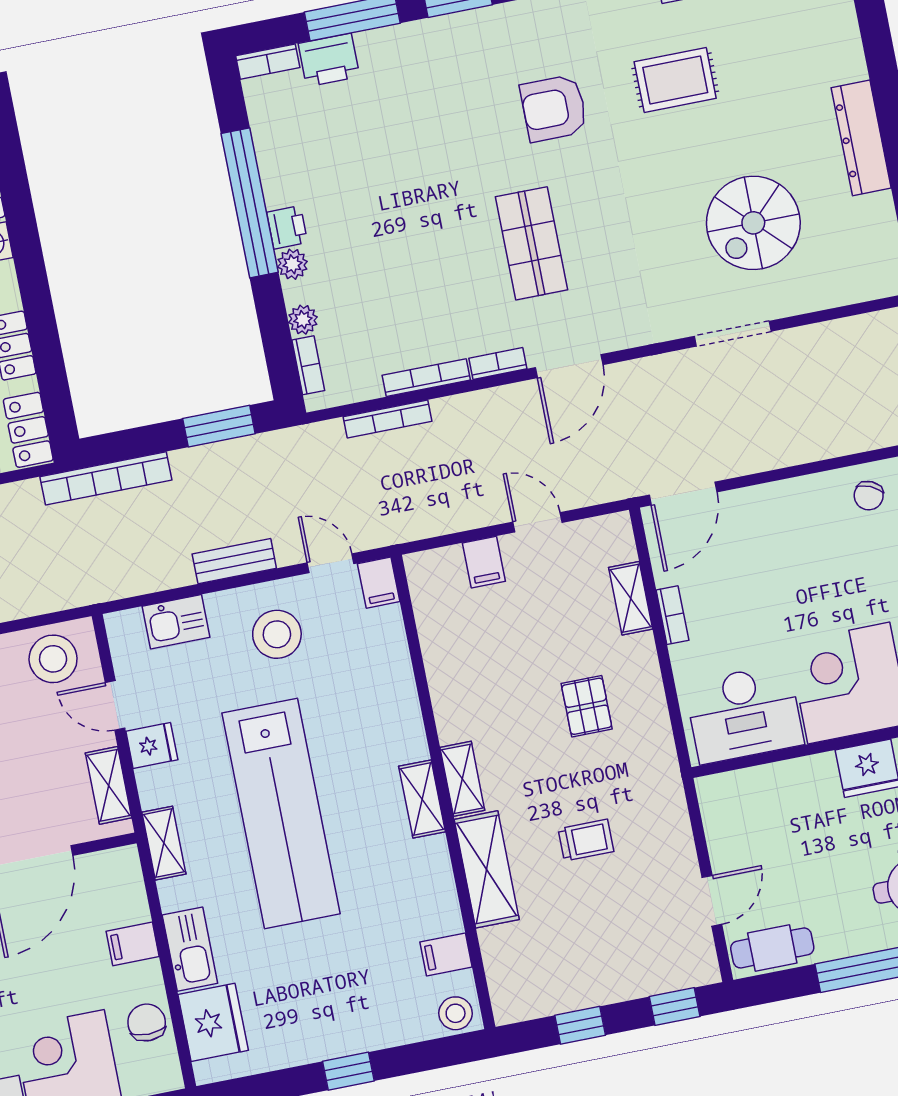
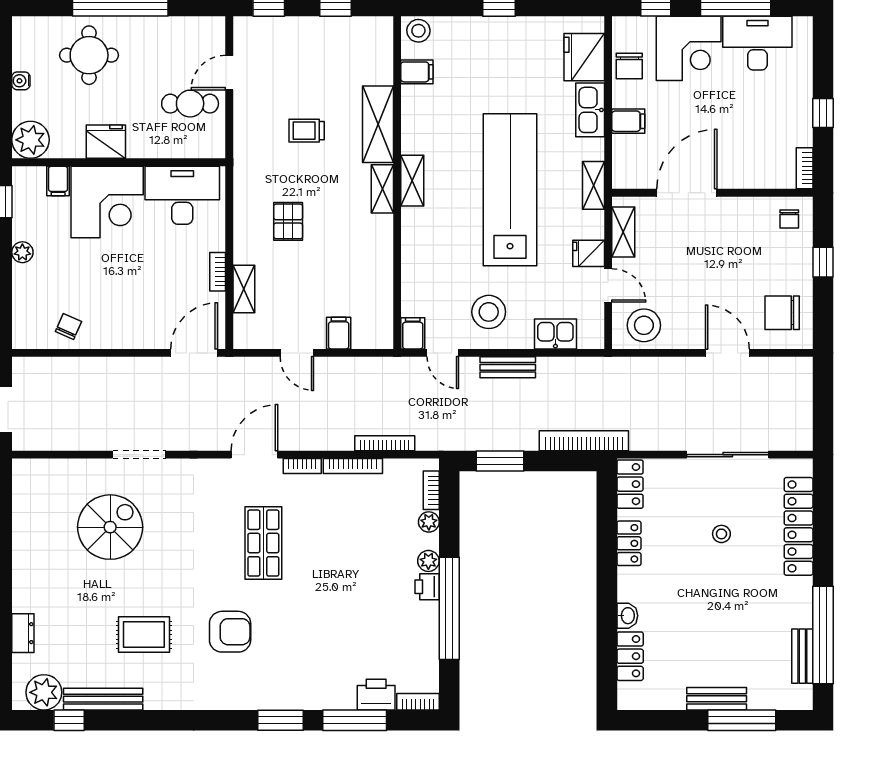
dresser: (861, 138) -> (23, 633), moved, width x0.51, depth x0.80
cafe table: (772, 948) -> (190, 104), moved

